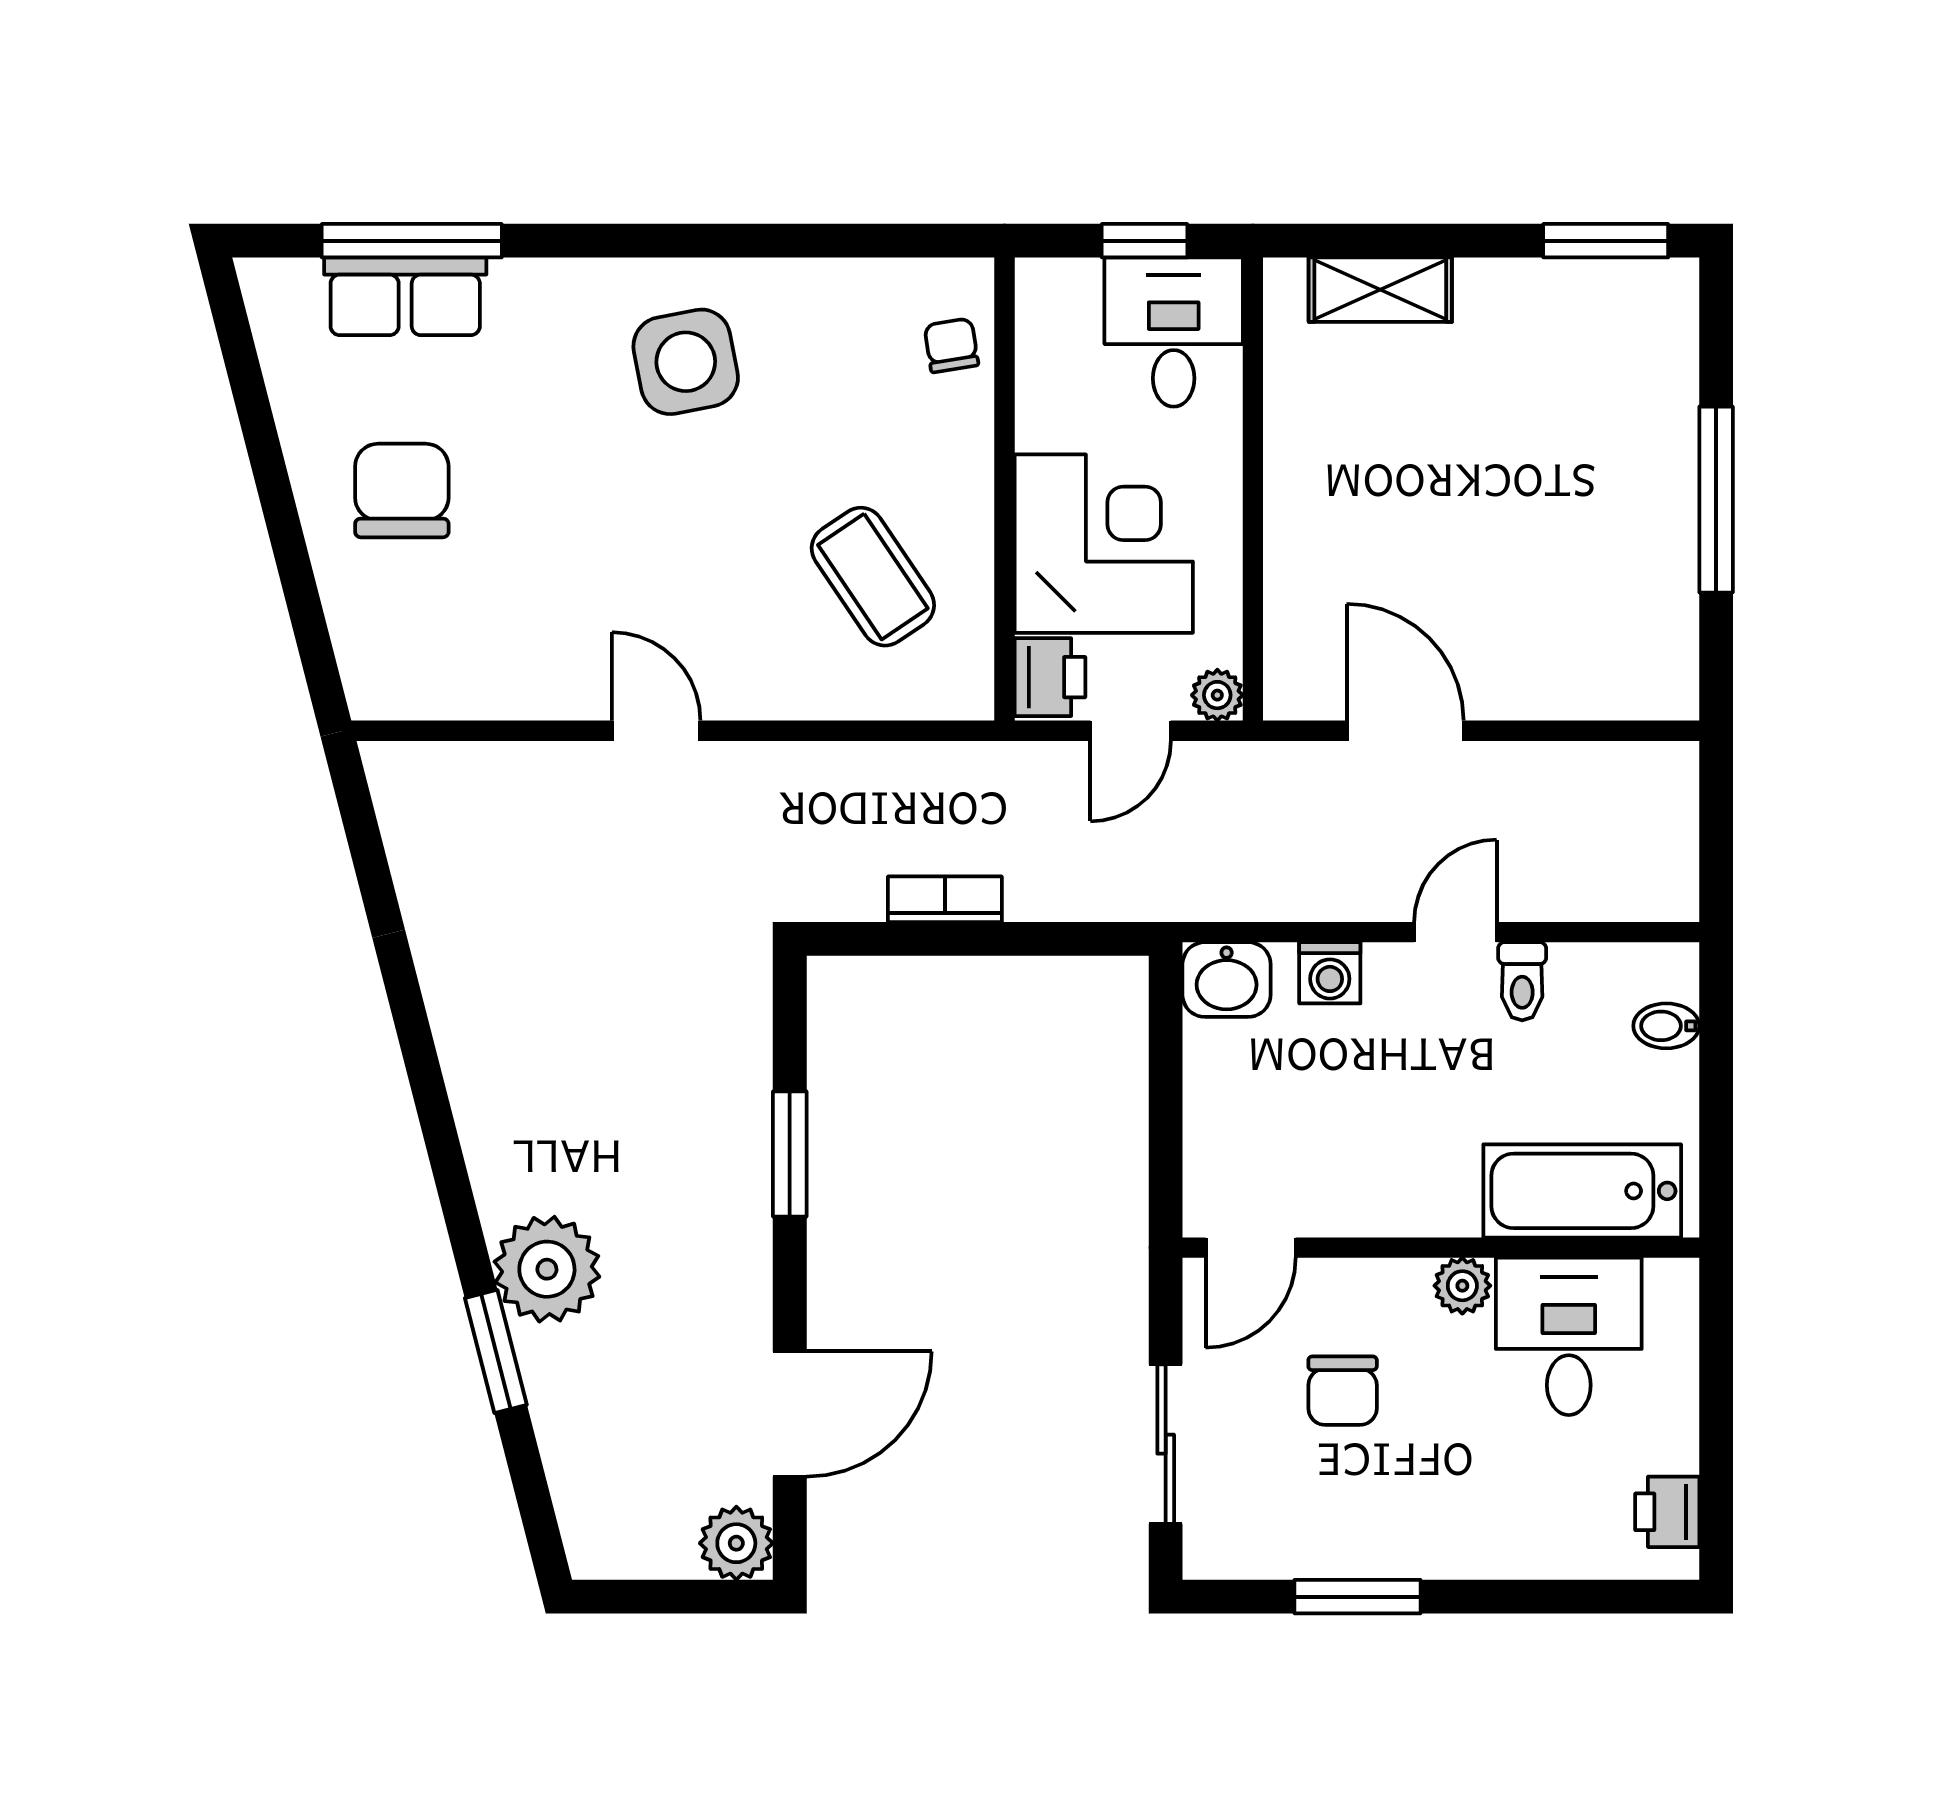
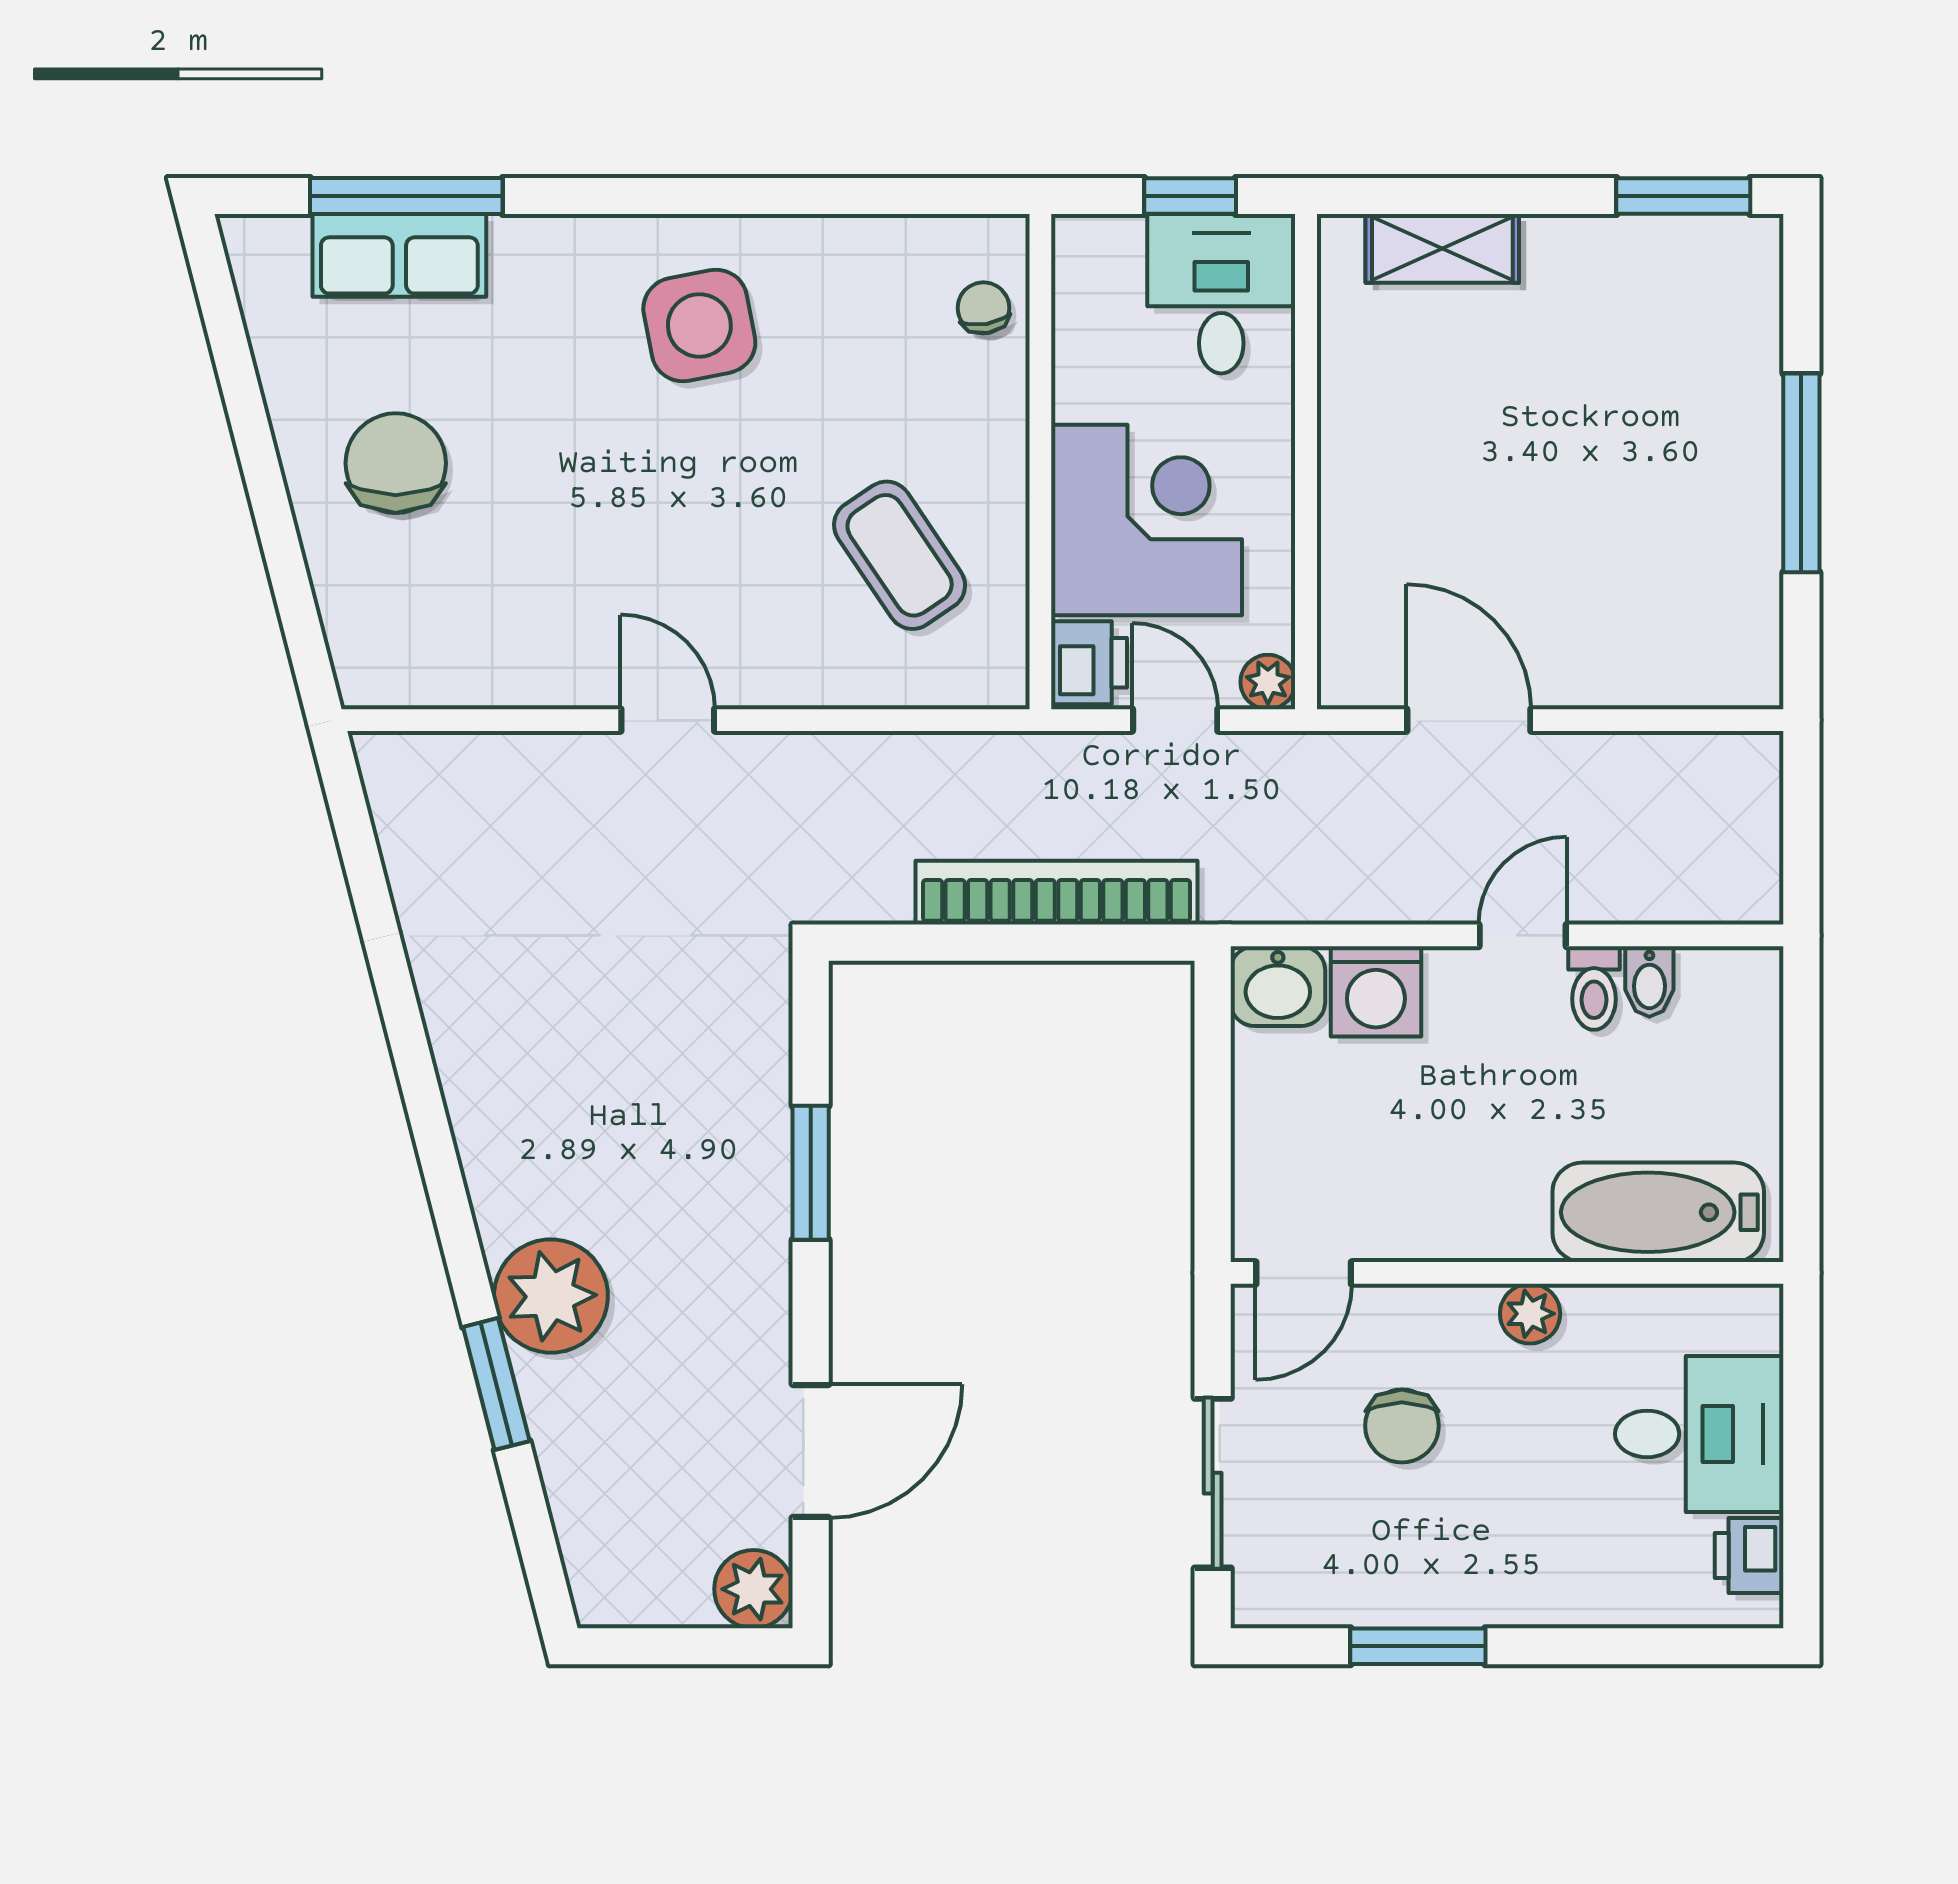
door: (1131, 731) -> (1175, 720), swing flipped
bookcase: (945, 899) -> (1057, 893), width x2.31, depth x1.31
washing machine: (1330, 973) -> (1376, 991), width x1.38, depth x1.38
bidet: (1666, 1026) -> (1649, 981), moved, turned -90
desk: (1569, 1336) -> (1699, 1434), moved, turned 90

